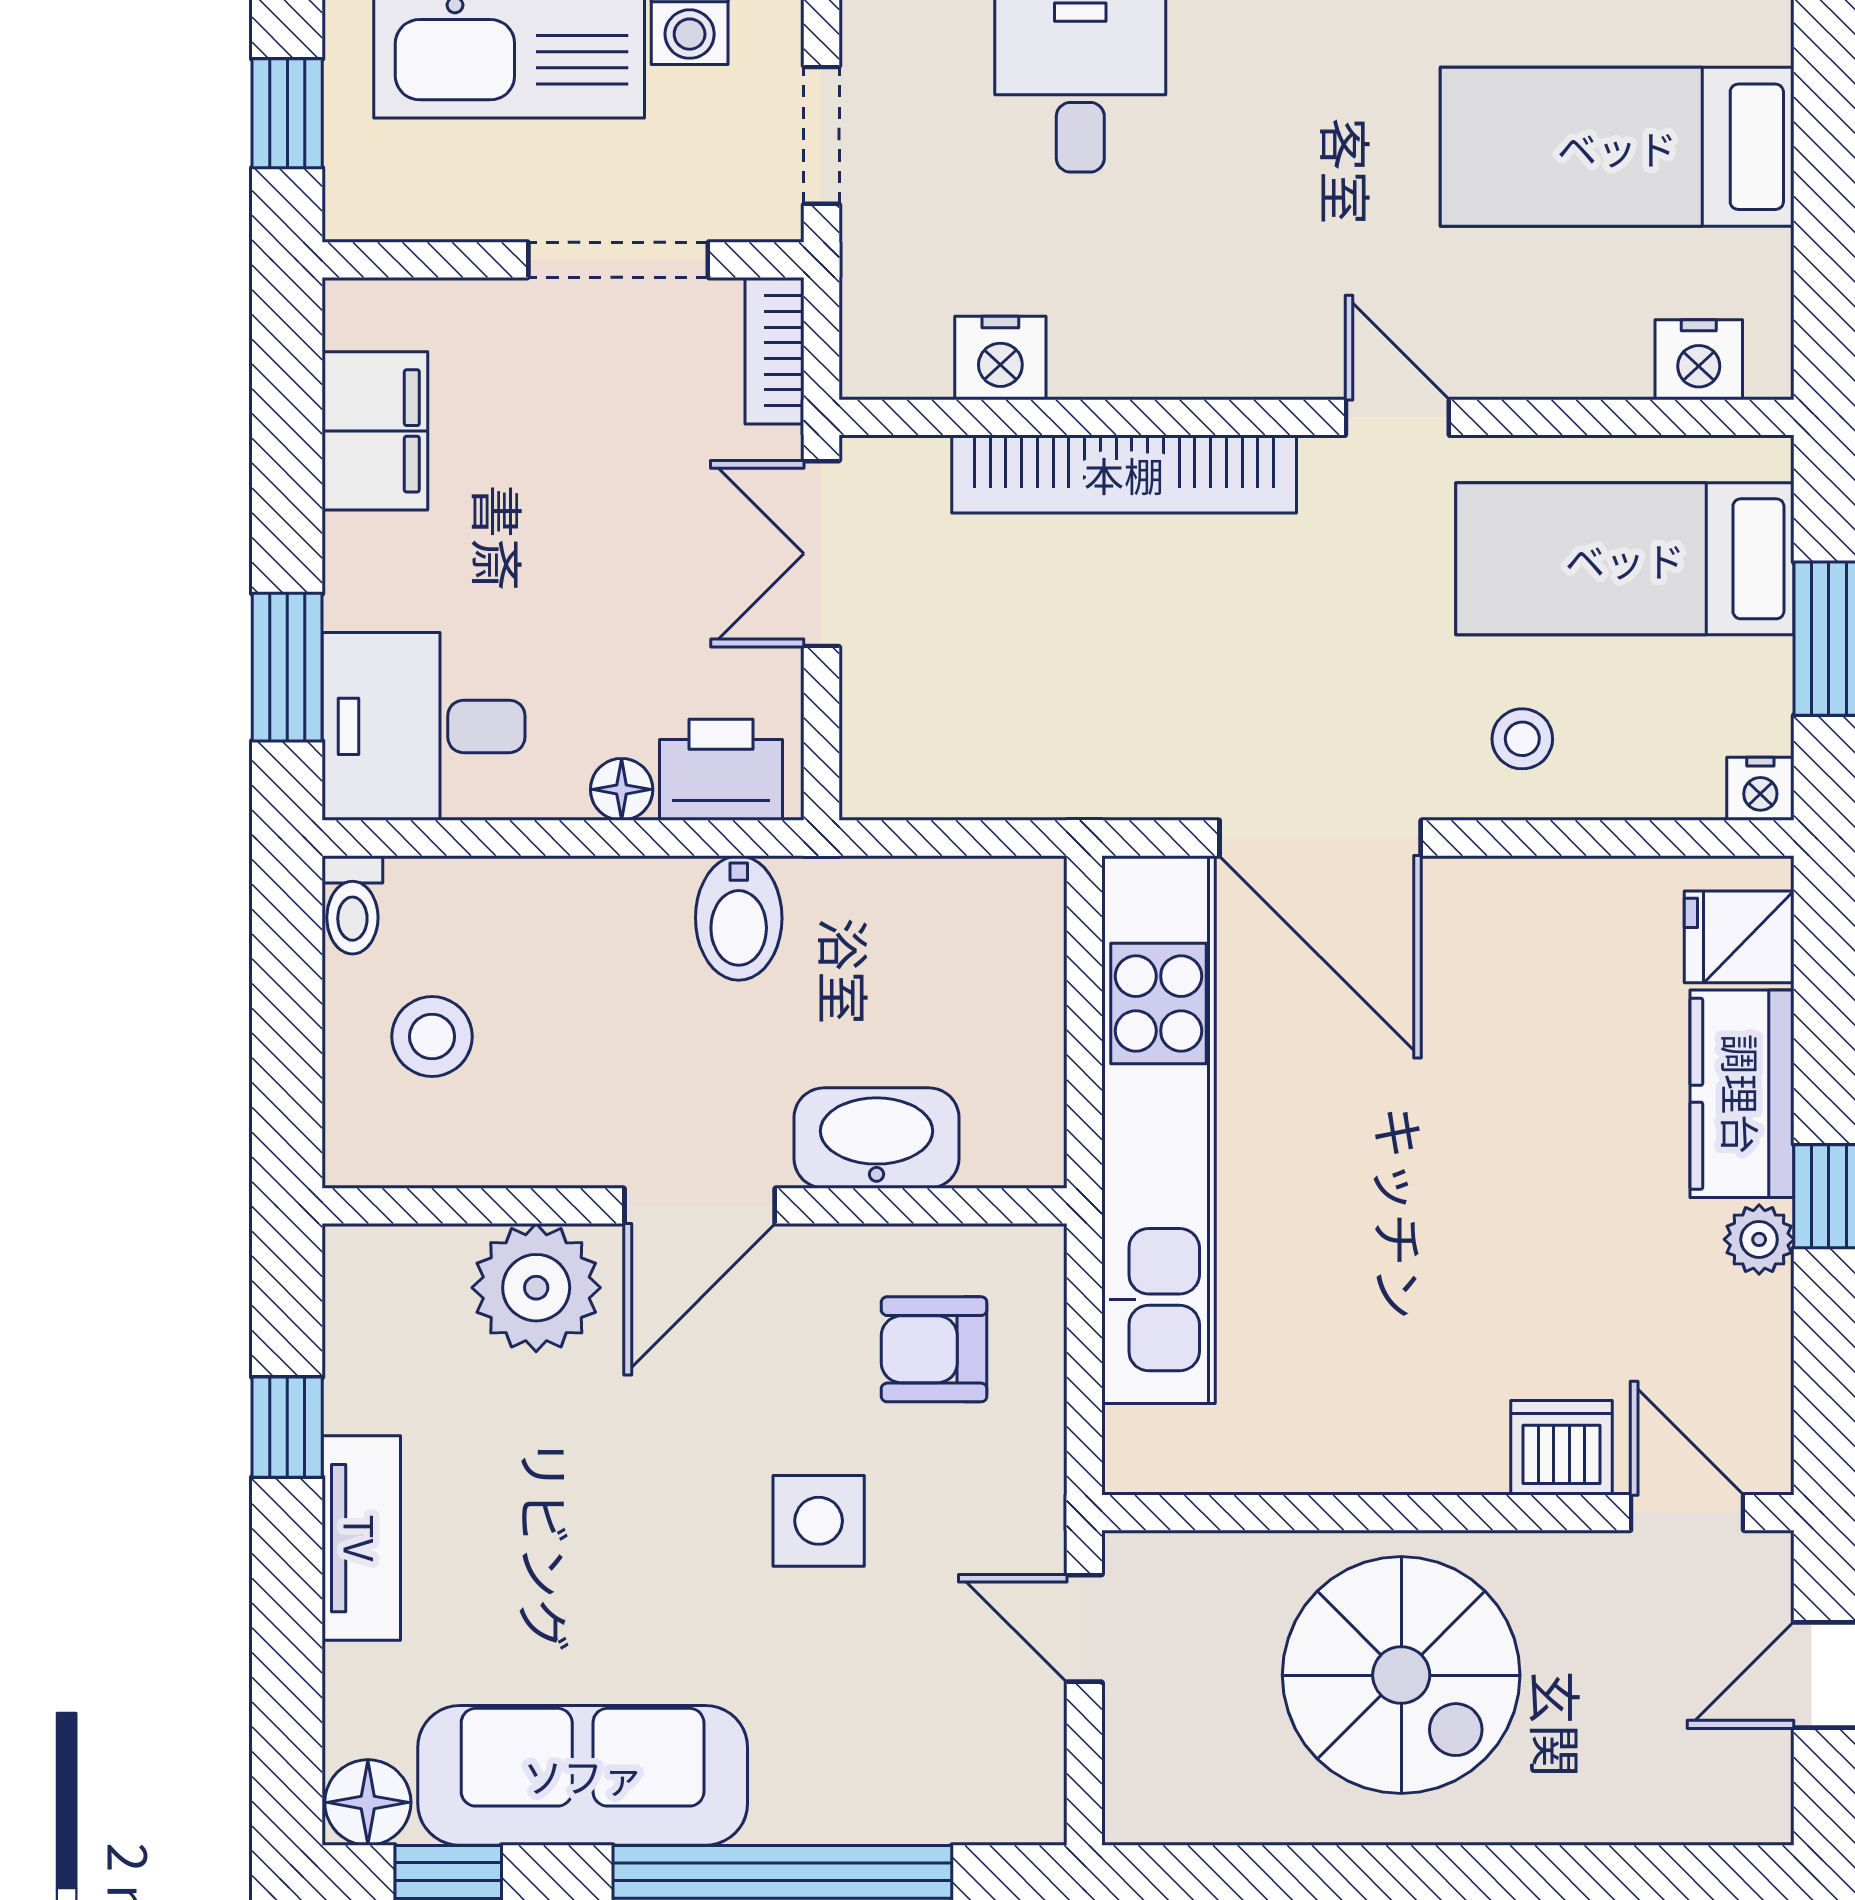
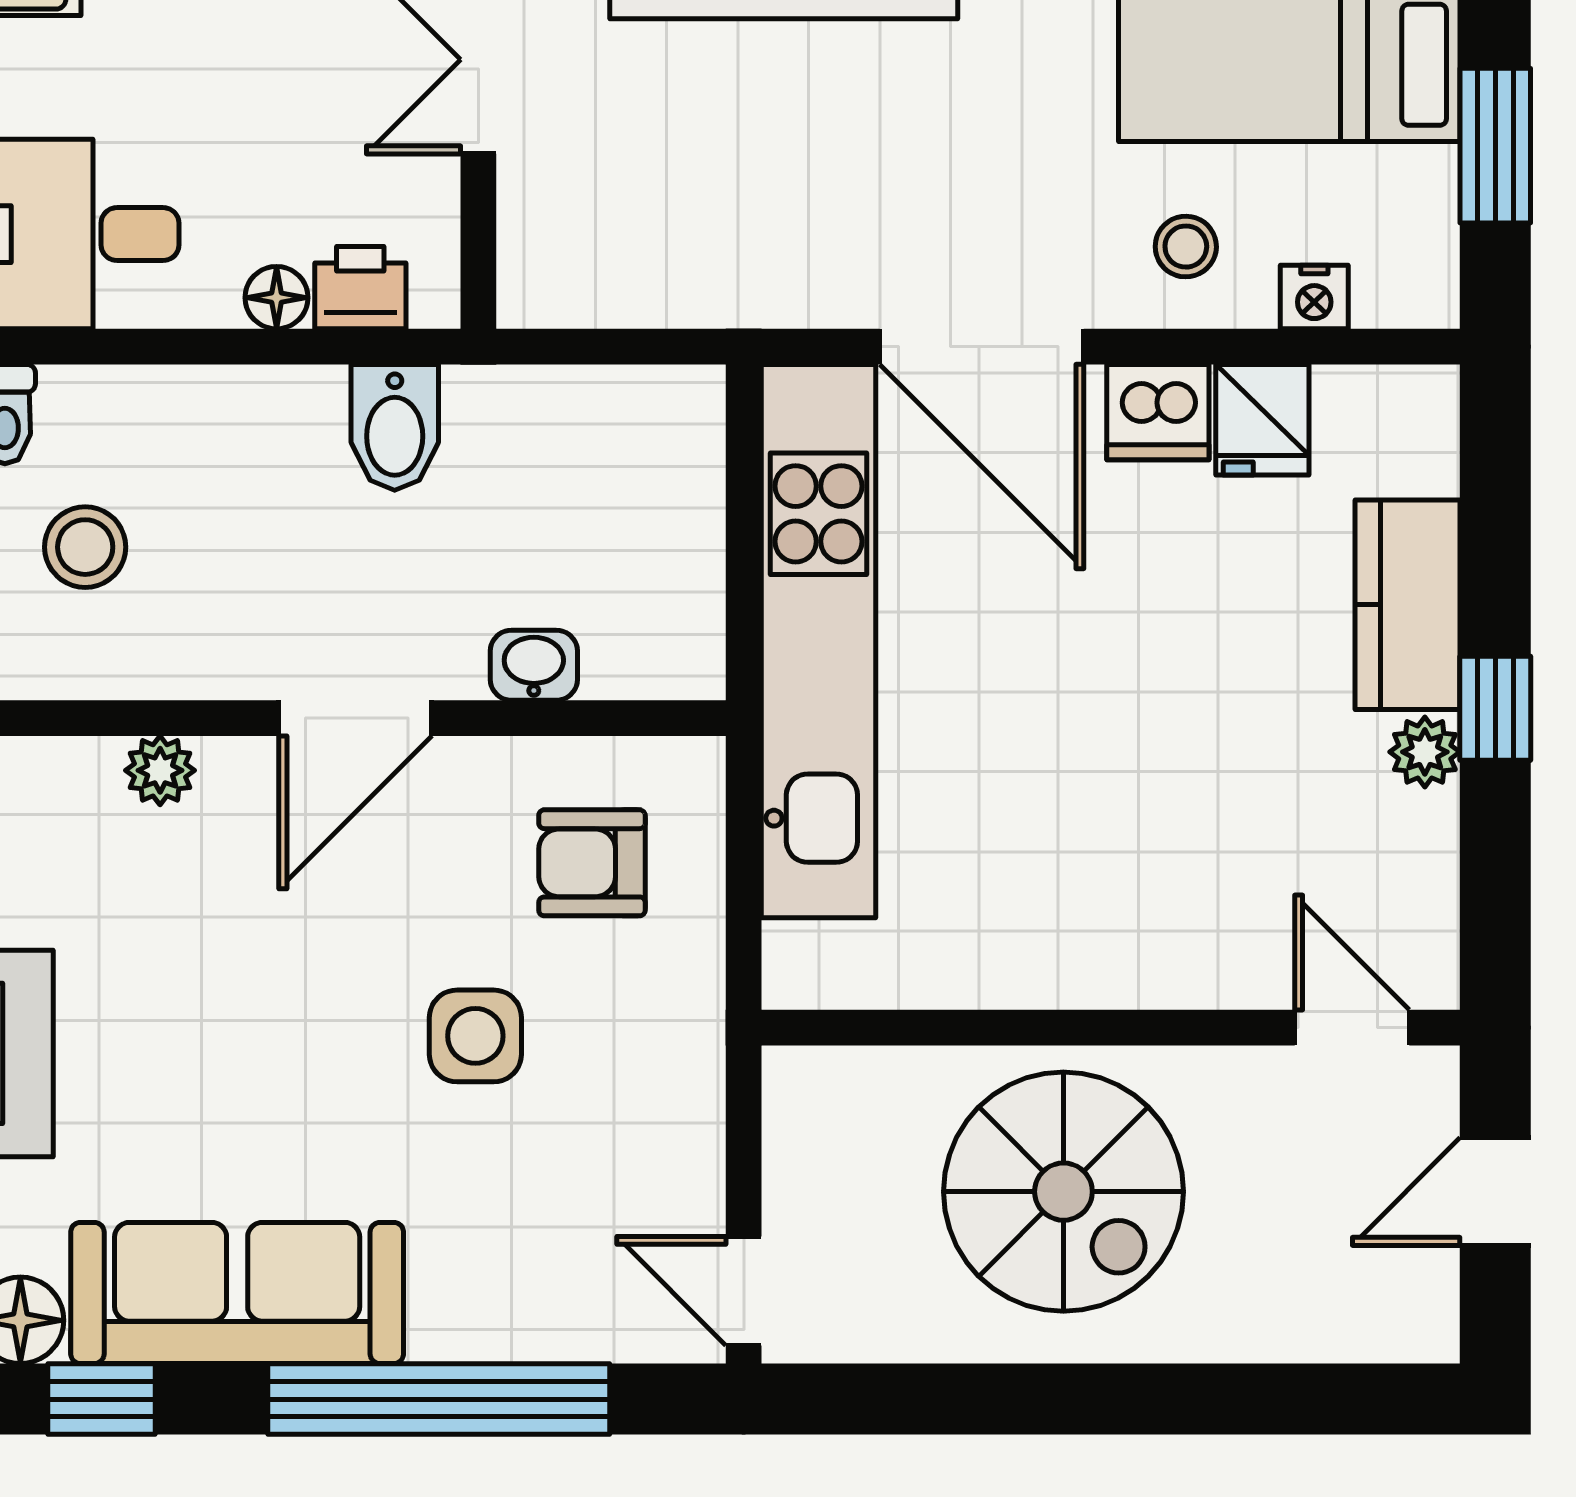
printer: (721, 770) -> (360, 288), width x0.73, depth x0.81
nightstand: (1760, 789) -> (1314, 297), moved
fridge: (1739, 937) -> (1262, 420), moved, turned -90
washbasin: (877, 1138) -> (534, 665), width x0.52, depth x0.69
plant: (536, 1288) -> (160, 770), width x0.53, depth x0.53
dishwasher: (1561, 1448) -> (1158, 412), moved, turned 180
door: (1084, 1628) -> (744, 1291), moved

